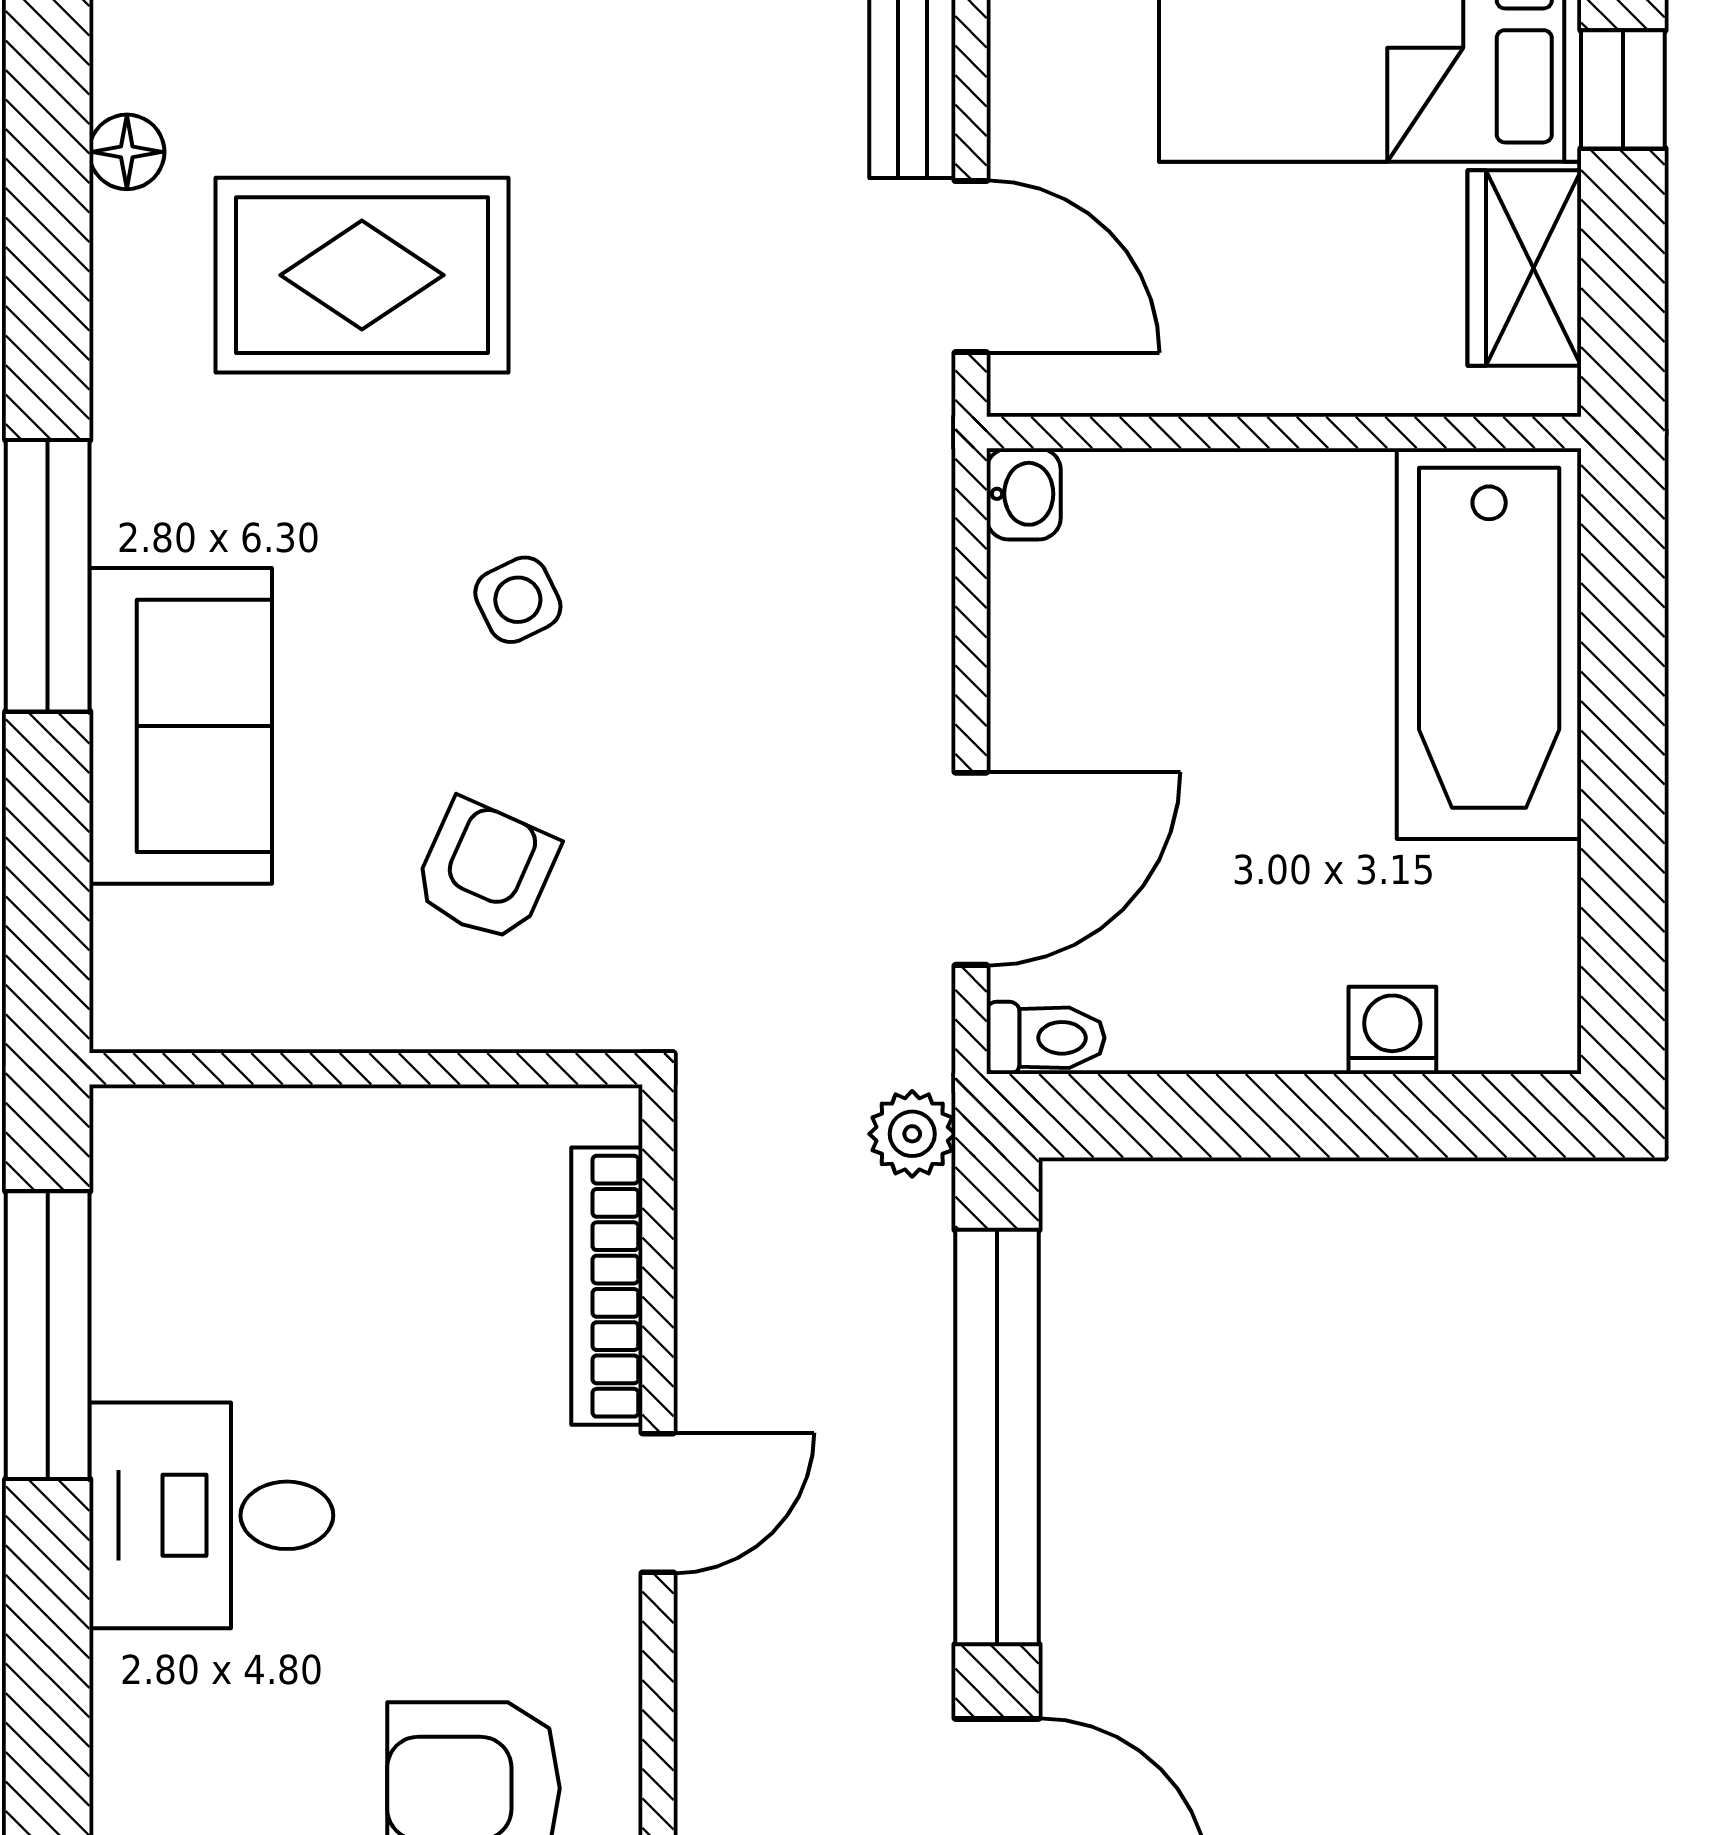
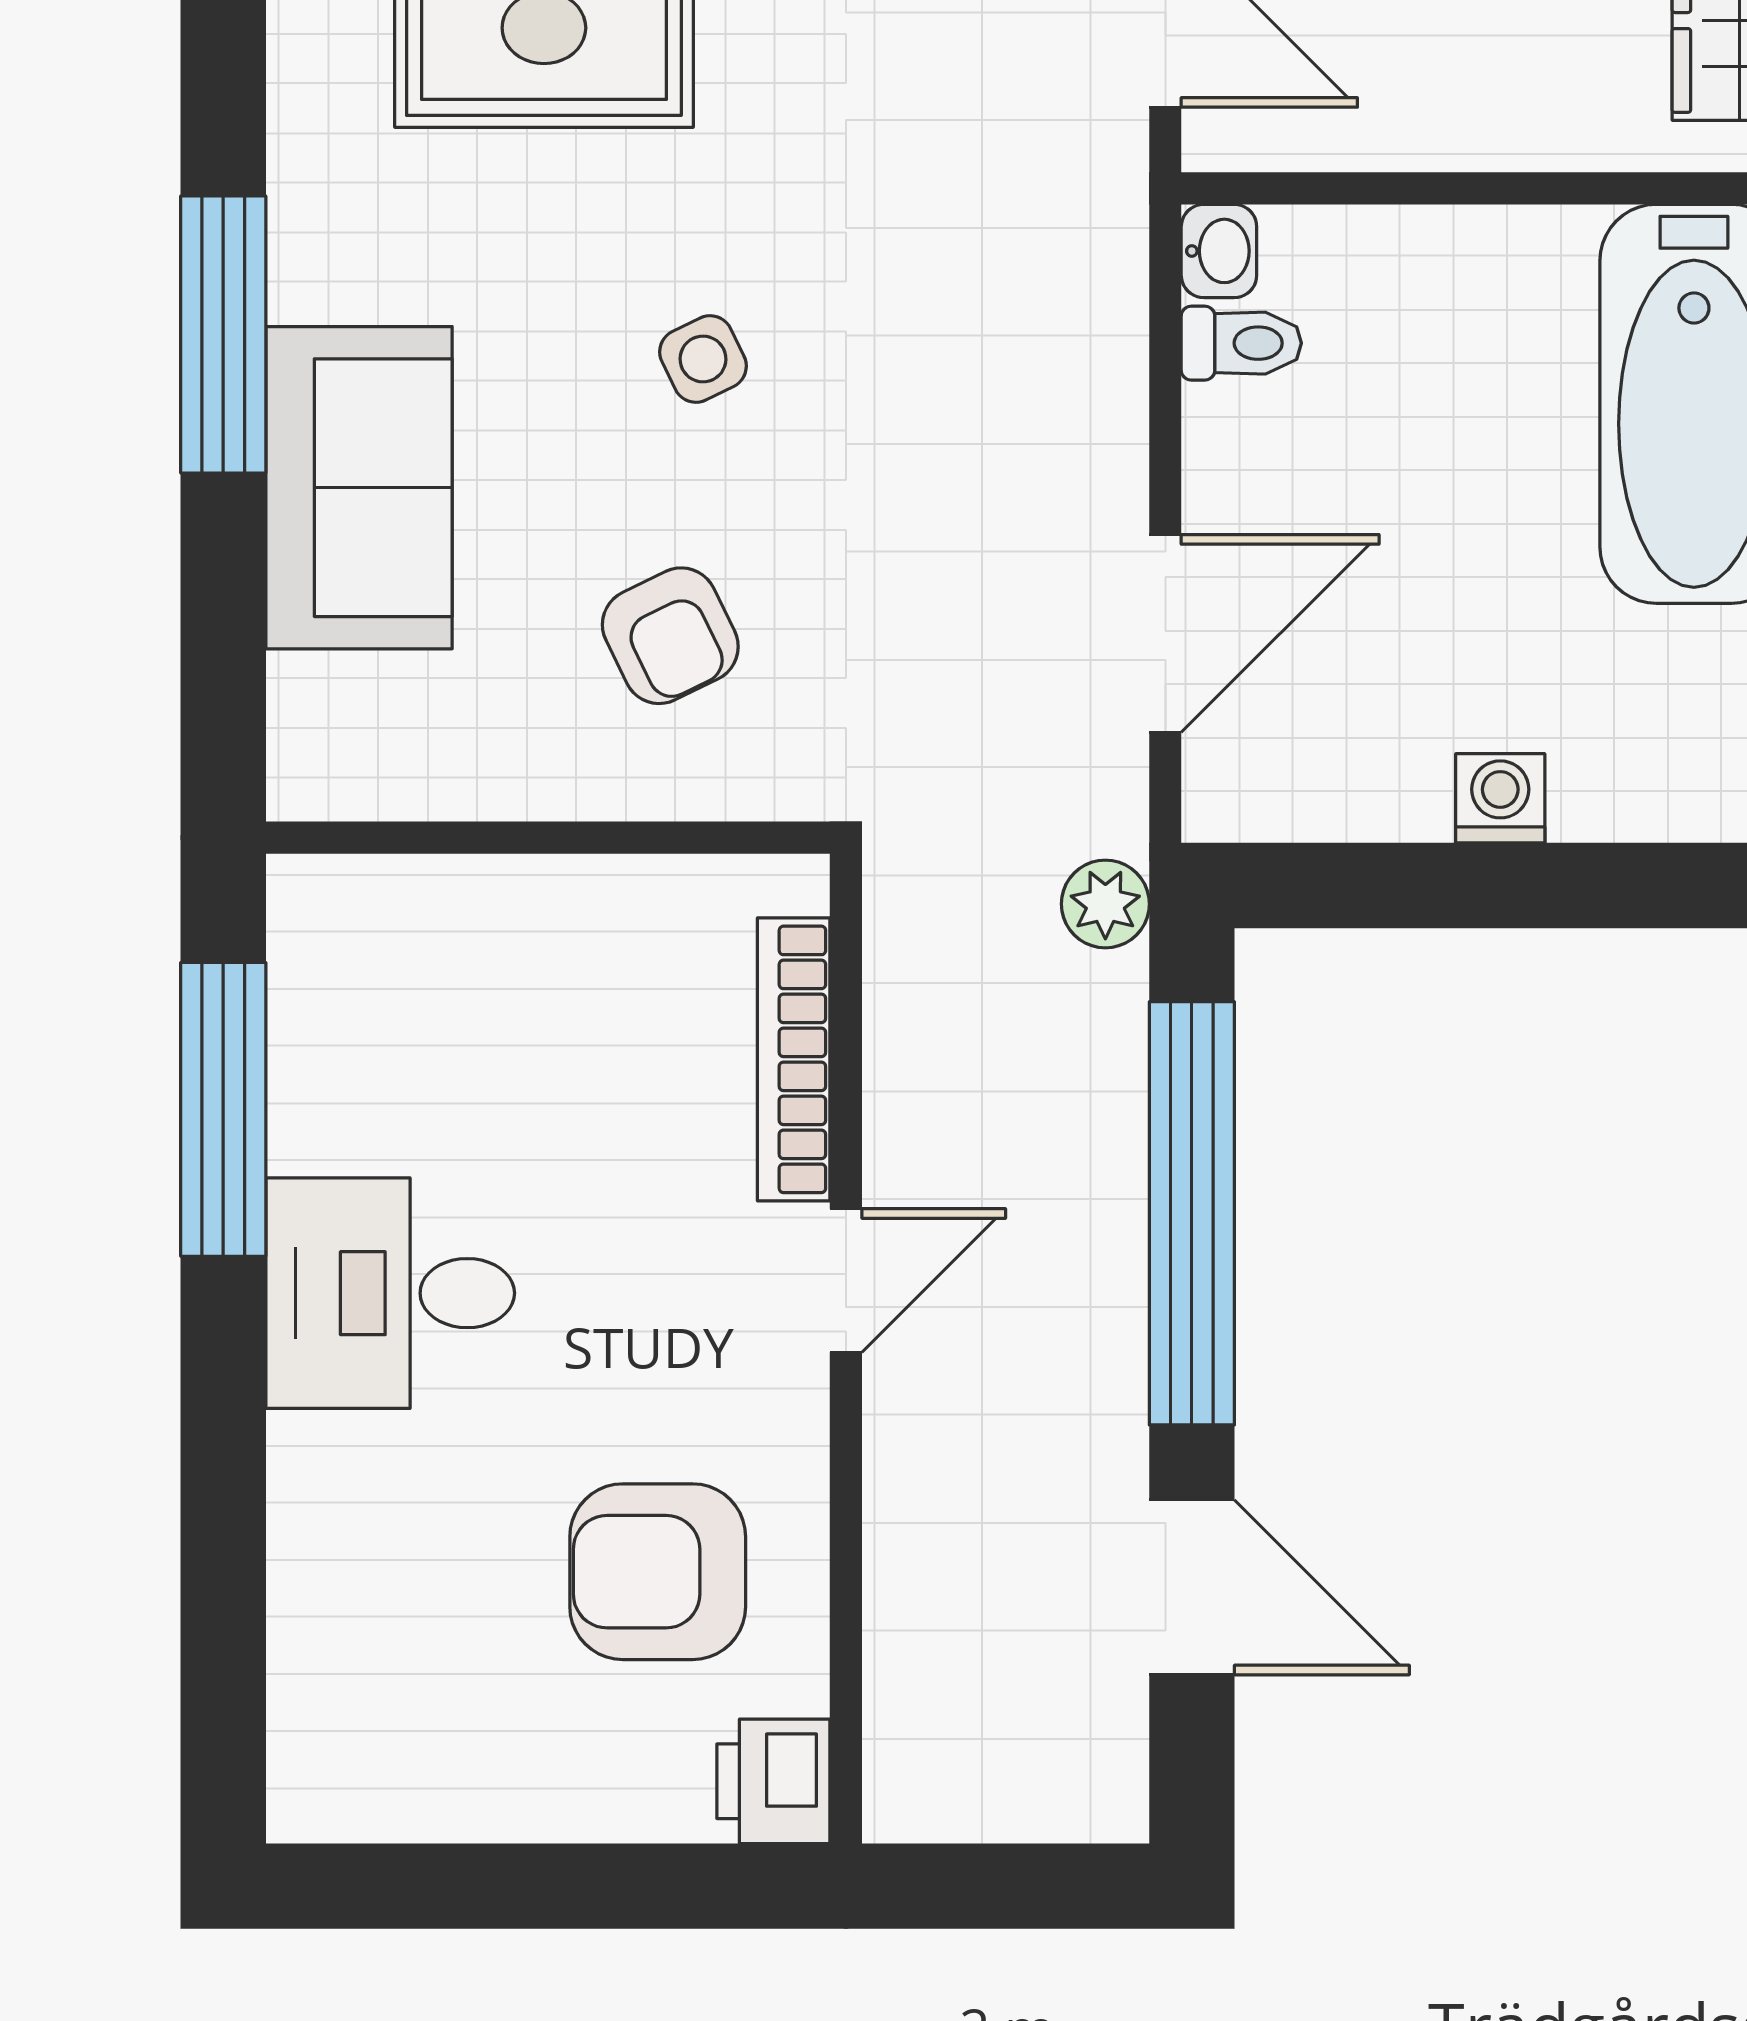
armchair: (486, 871) -> (670, 636), turned 130
washing machine: (1392, 1030) -> (1500, 798), moved
toilet: (1045, 1038) -> (1241, 343), moved

